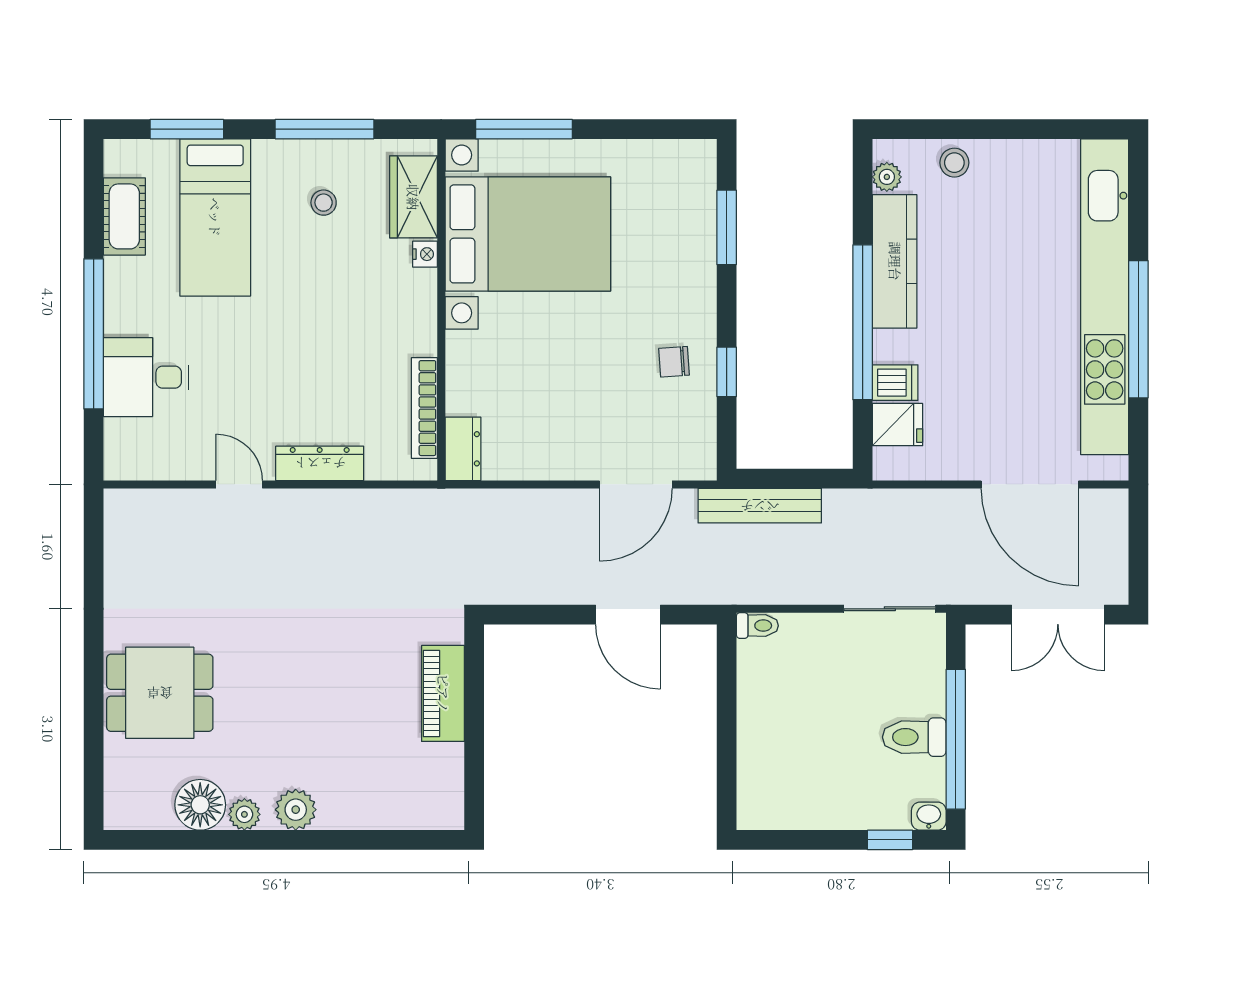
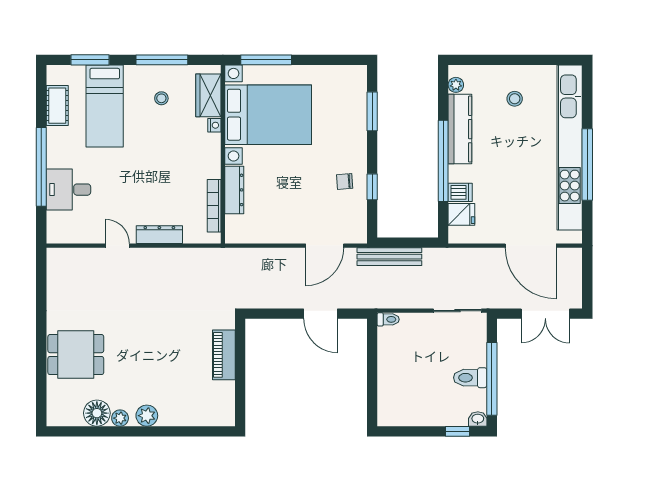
stool: (954, 163) -> (515, 99), moved
dresser: (463, 449) -> (234, 190), moved, width x1.44

